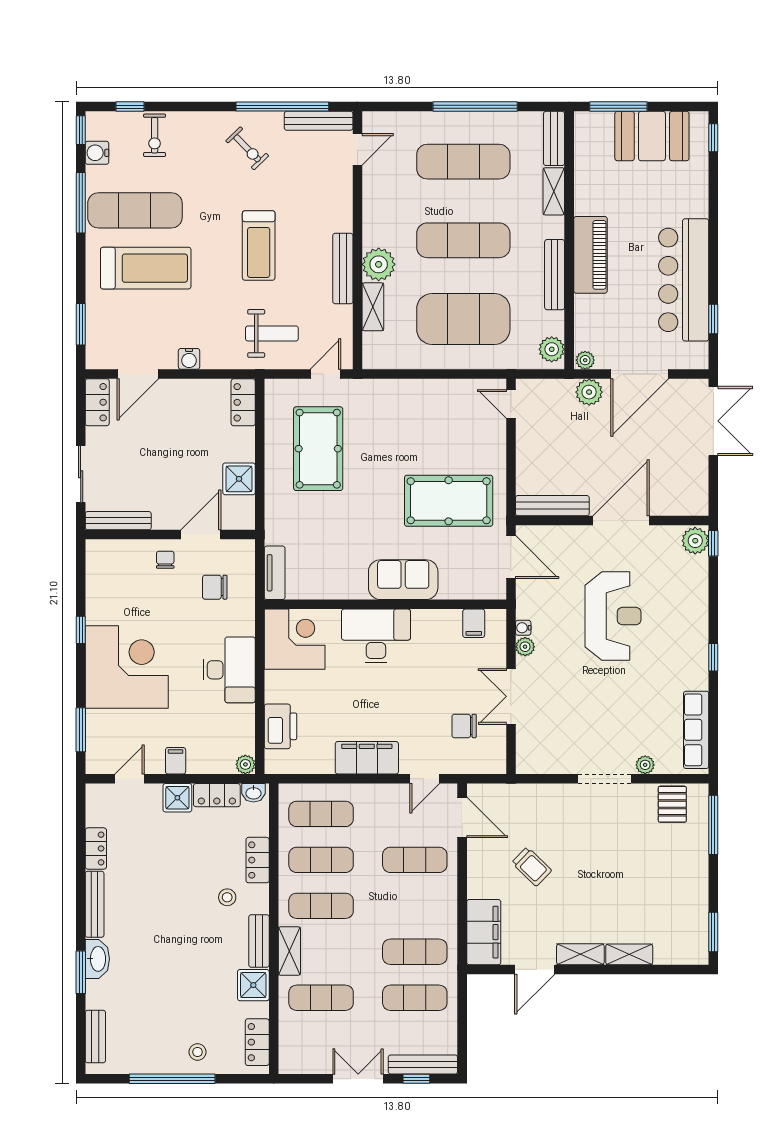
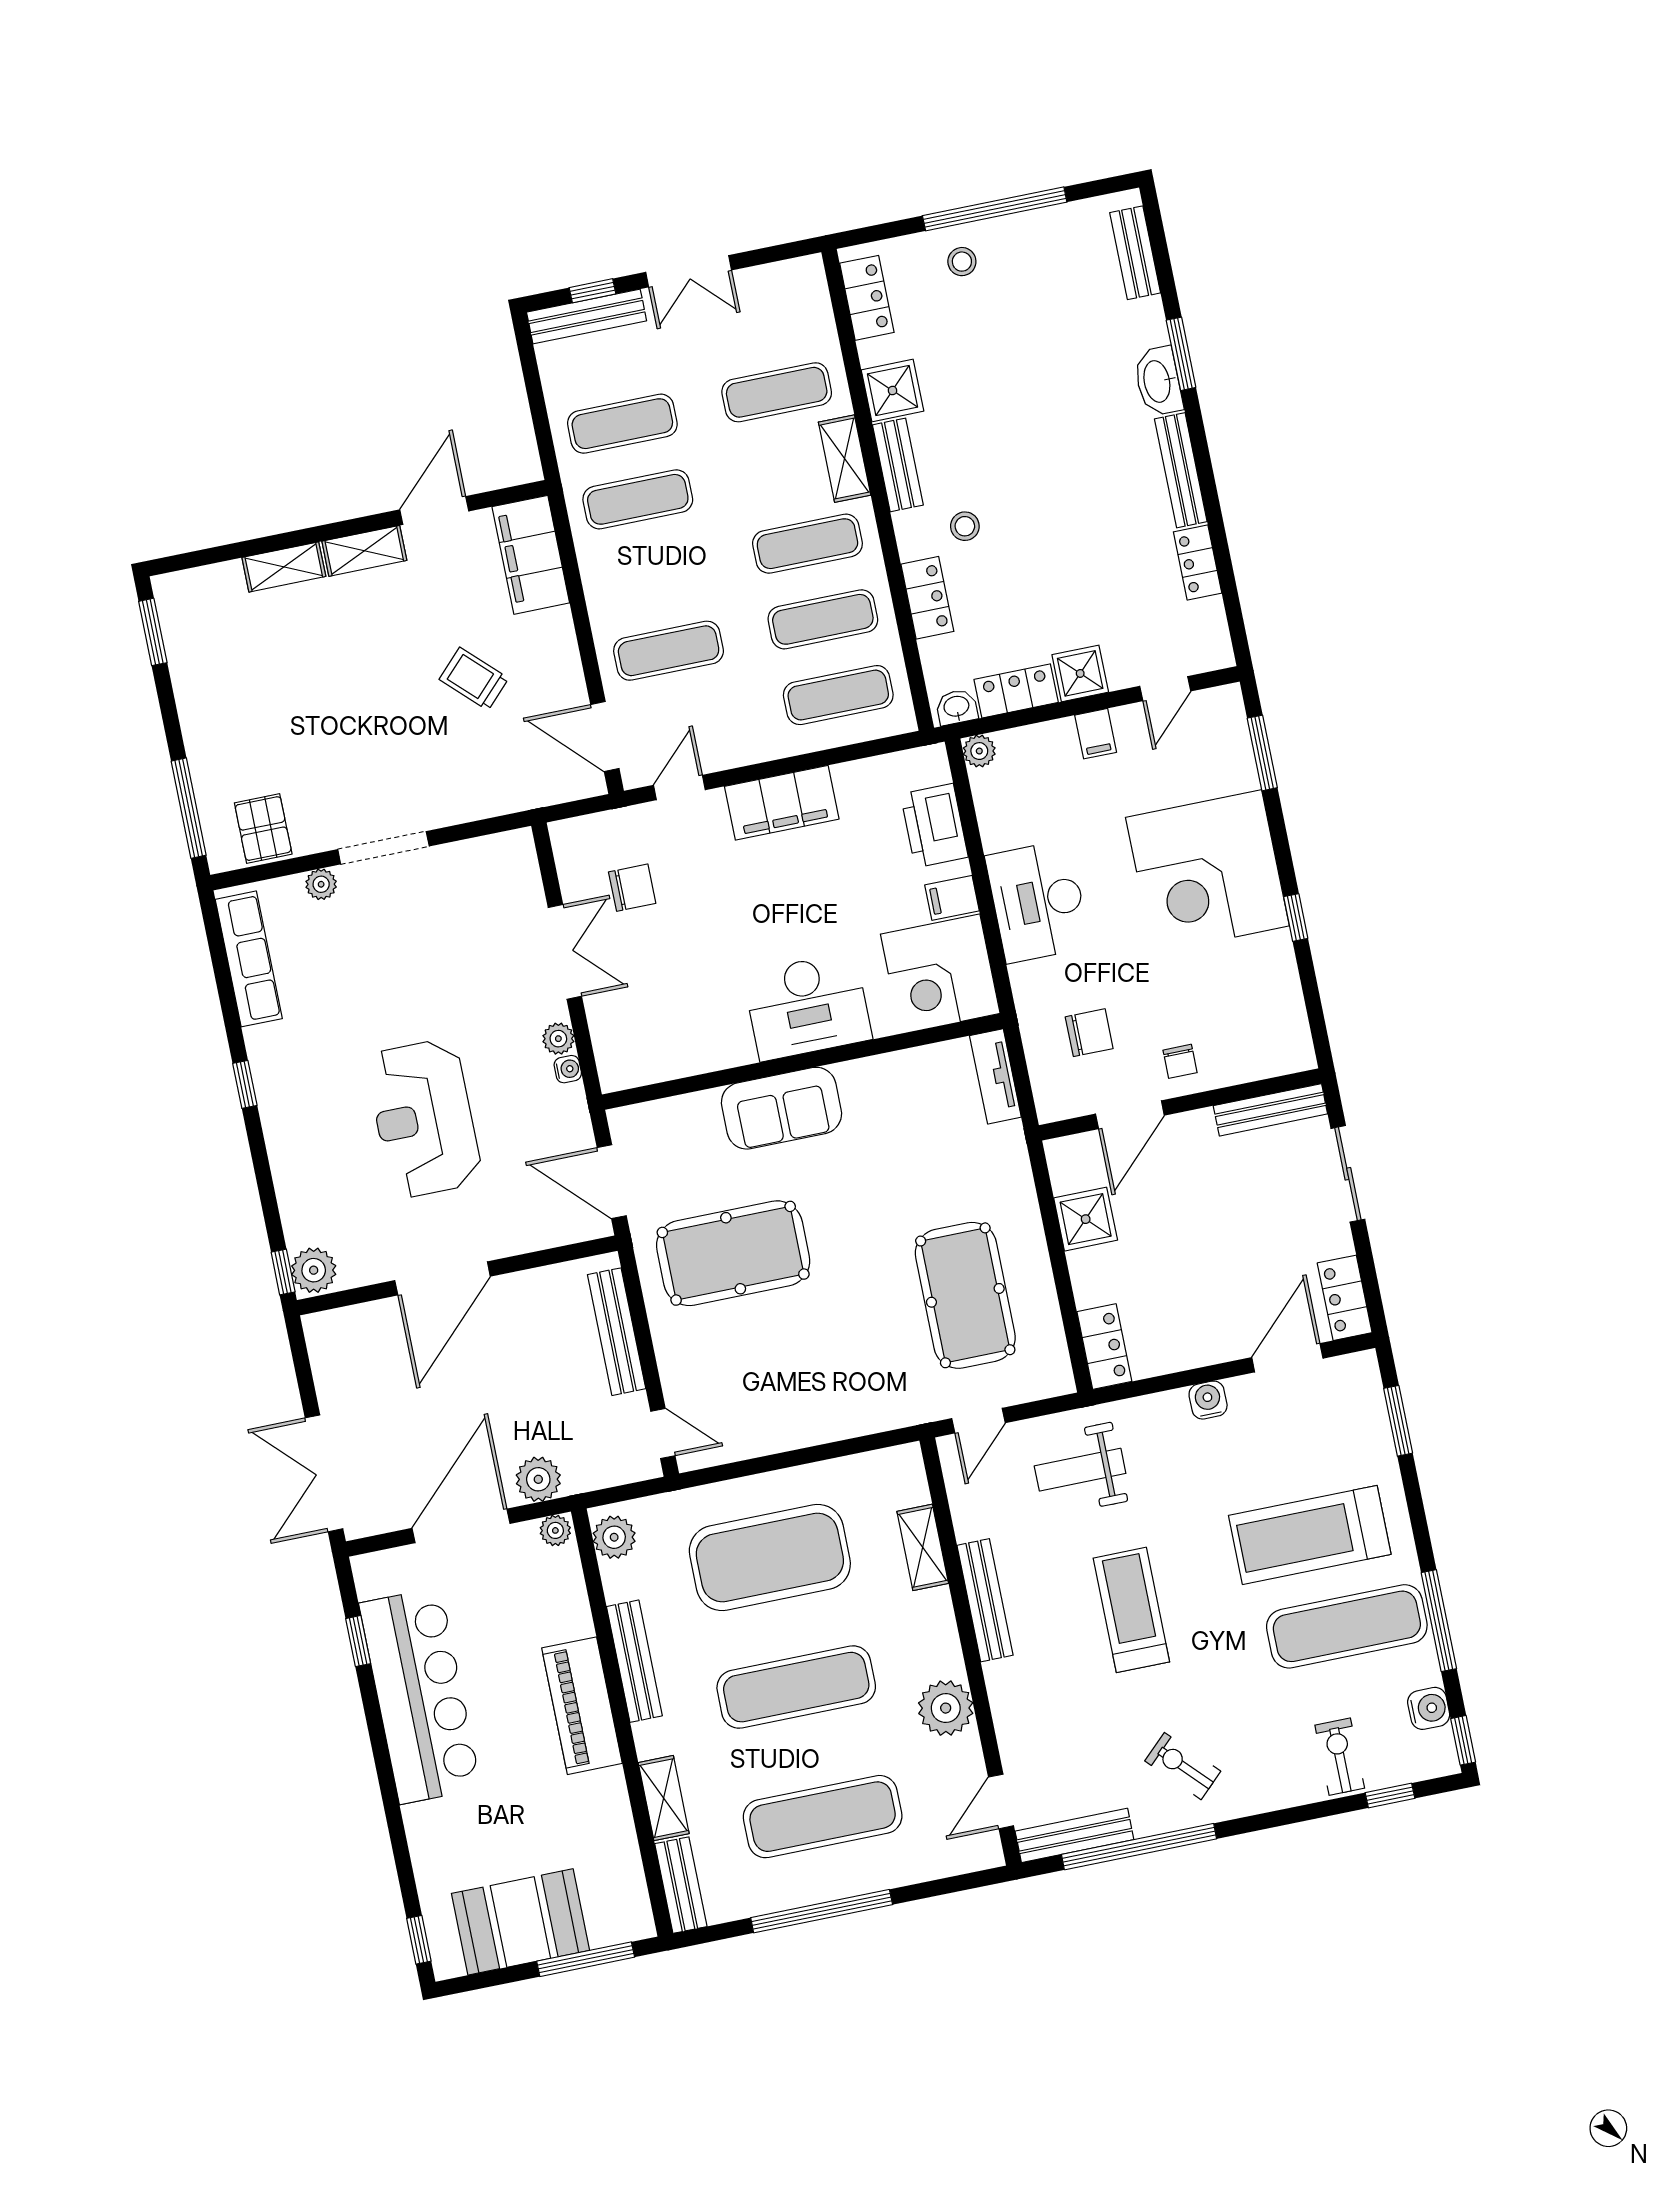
plant: (379, 264) -> (946, 1708), moved
bench: (552, 506) -> (617, 1332), moved, turned 90
filing cabinet: (474, 623) -> (952, 898), moved, turned -90

